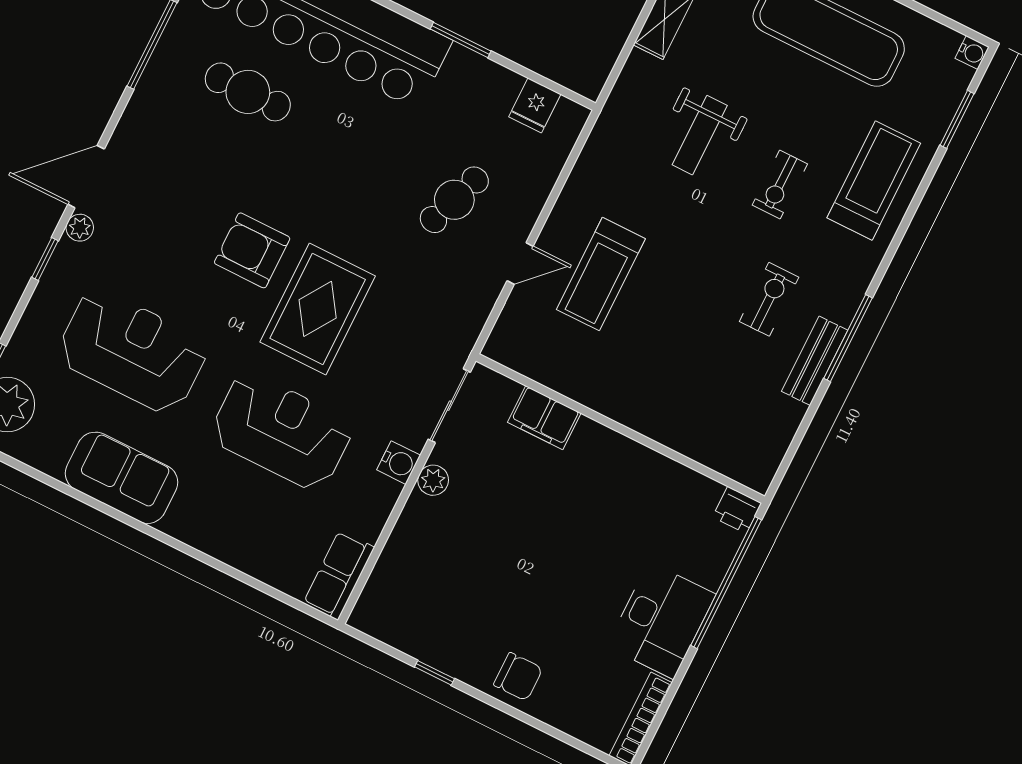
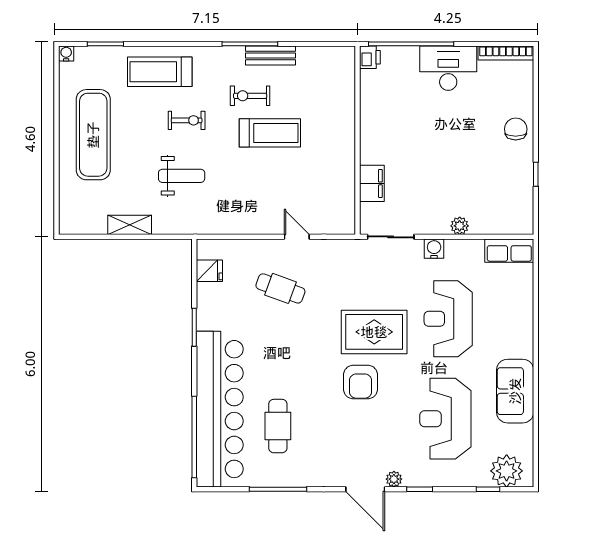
treadmill: (601, 274) -> (270, 133), moved
plant: (433, 480) -> (460, 226), moved

